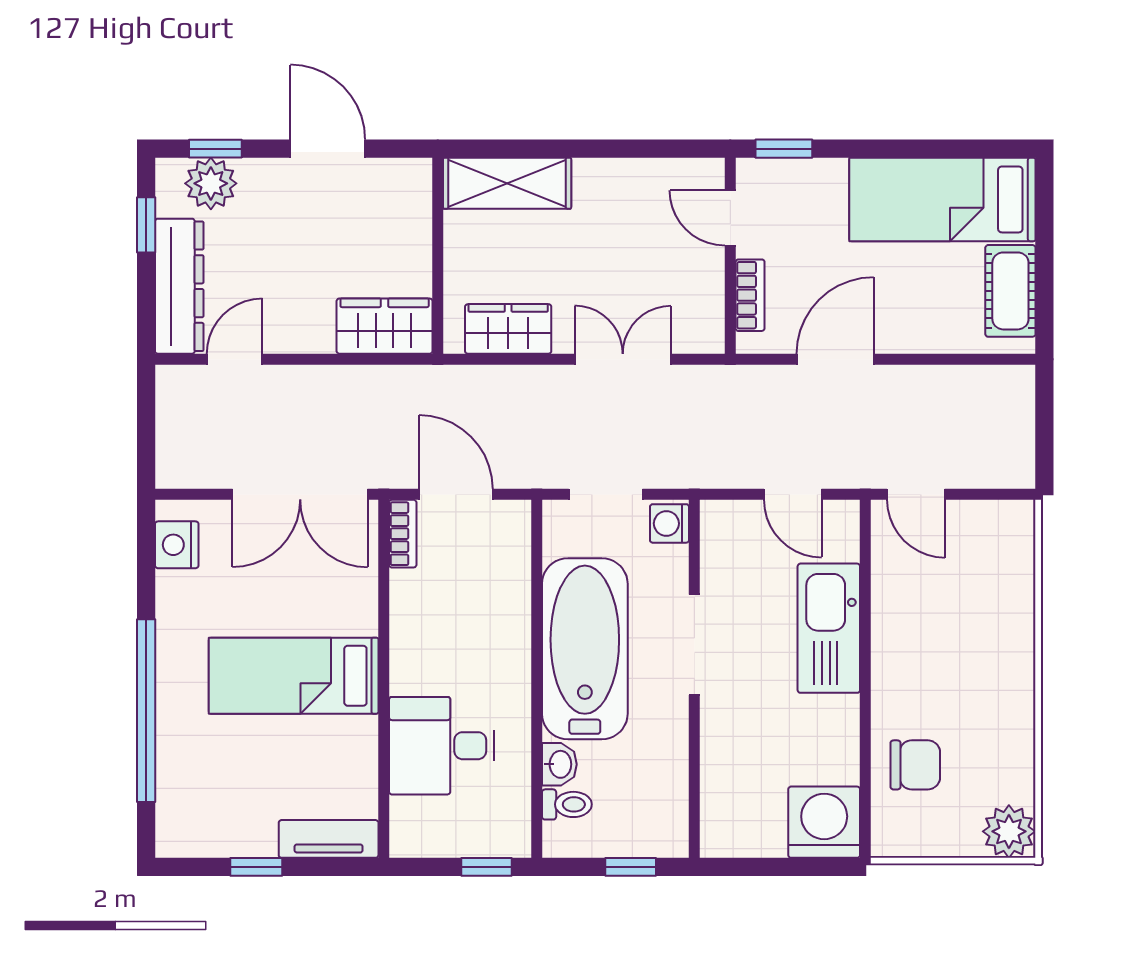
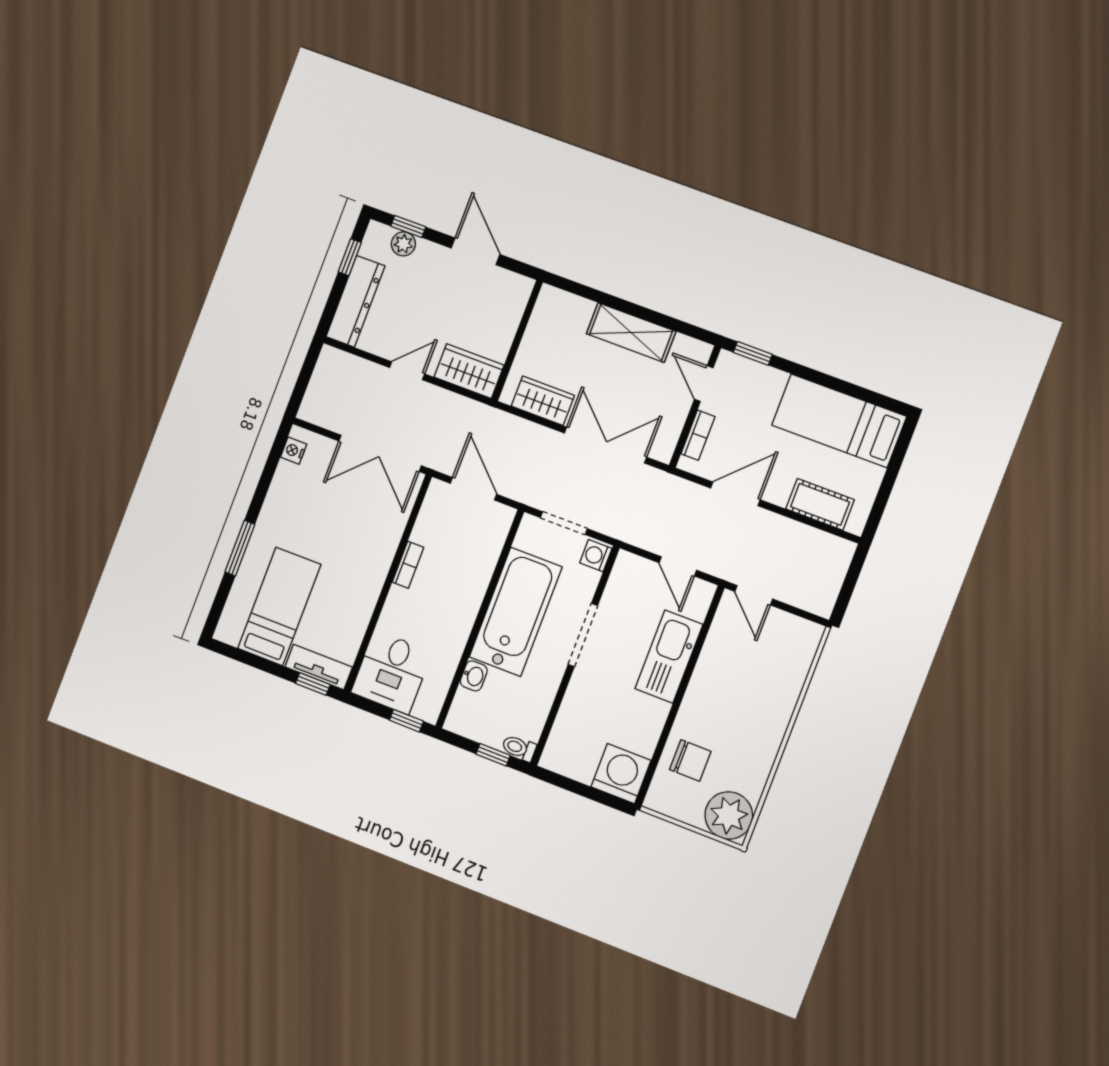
plant: (211, 183) -> (403, 244), width x0.73, depth x0.73
shelving: (507, 183) -> (631, 333), moved
cot: (1010, 291) -> (820, 504), moved, turned 90
door: (235, 359) -> (407, 371), moved
double door: (623, 359) -> (605, 445), width x1.37
bookcase: (403, 534) -> (408, 565), moved
nightstand: (177, 545) -> (294, 451), width x0.72, depth x0.74
bed: (294, 676) -> (279, 606), moved, turned 90
window: (146, 711) -> (240, 548), width x0.47
desk: (442, 746) -> (391, 672), moved, turned -90
toilet: (567, 804) -> (519, 748), moved, turned 180
plant: (1009, 831) -> (729, 815), width x1.36, depth x1.36
window: (256, 867) -> (313, 684), moved

